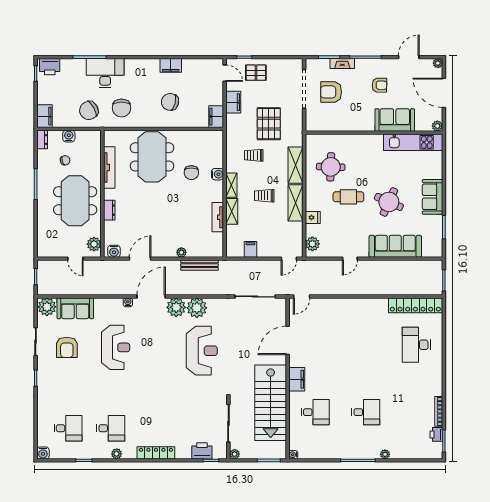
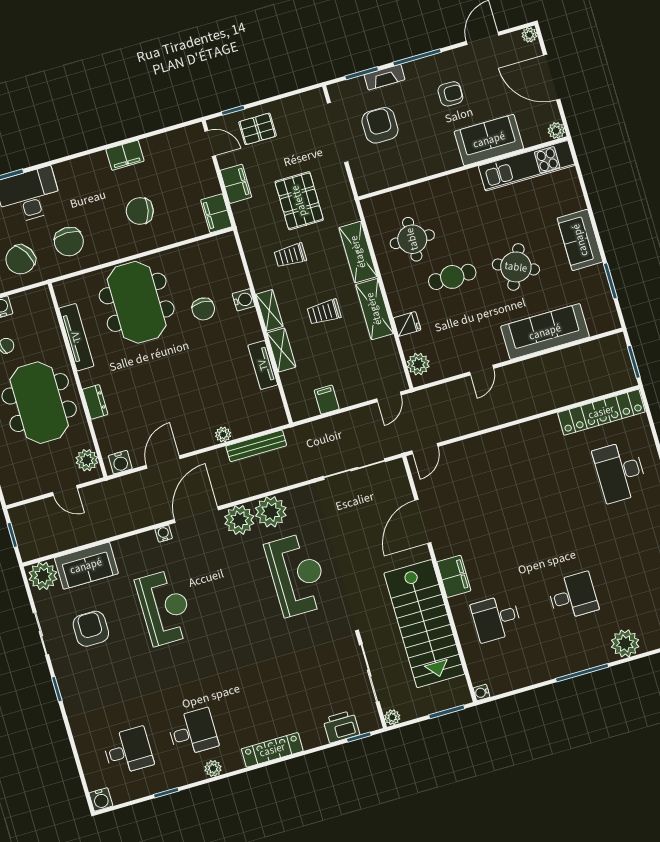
armchair: (331, 92) -> (380, 125), turned 90
armchair: (67, 347) -> (91, 629), turned 180
desk: (315, 412) -> (496, 618), turned 180
plant: (385, 454) -> (625, 643), width x1.88, depth x1.88

